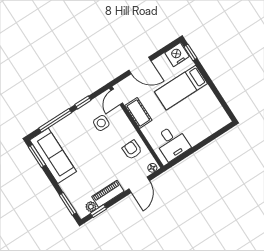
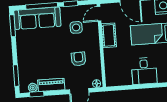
desk: (172, 143) -> (144, 71), moved
armchair: (132, 150) -> (79, 59), moved
sofa: (53, 156) -> (37, 18), moved, turned 90

